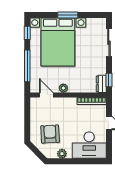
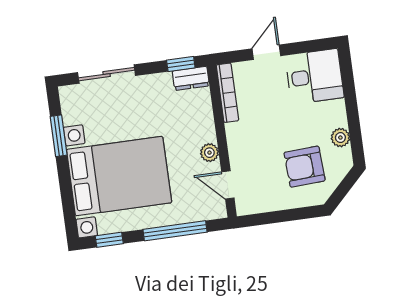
window: (68, 15) -> (59, 136), moved
door: (46, 95) -> (228, 185), hinge flipped
desk: (89, 145) -> (315, 76), width x0.73

